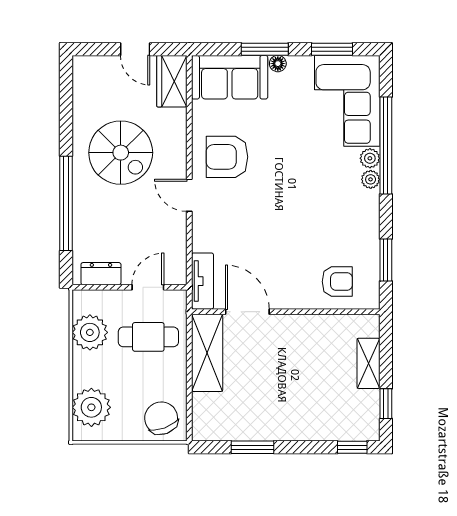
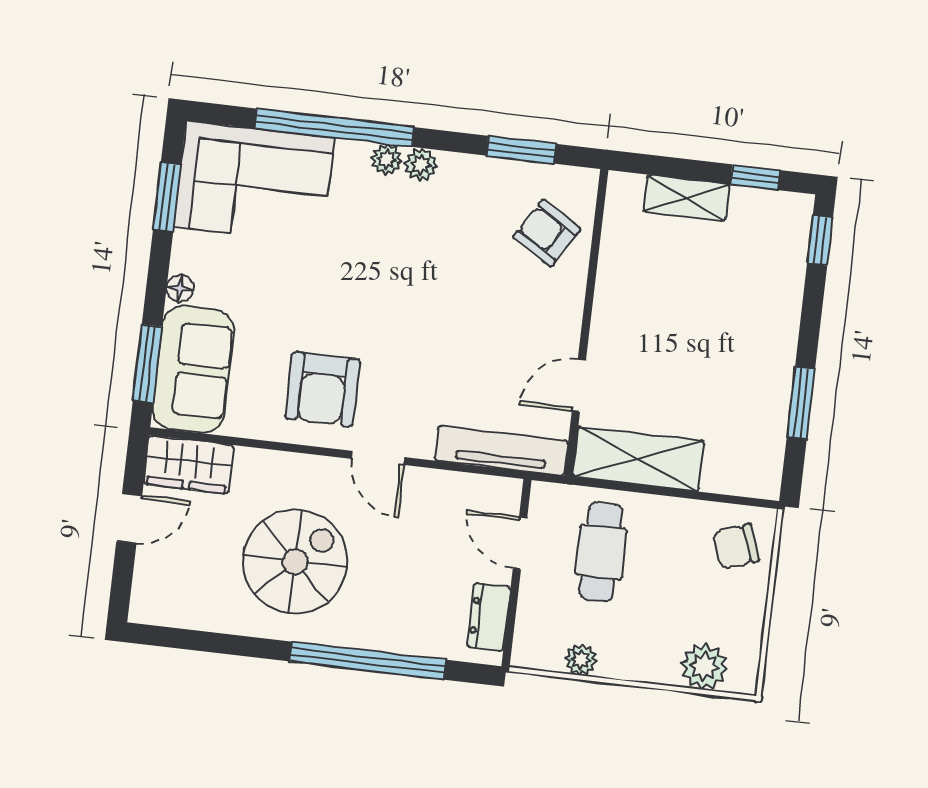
window: (265, 49) -> (147, 364), moved
plant: (370, 158) -> (421, 164), moved
door: (189, 195) -> (378, 458), hinge flipped
tv unit: (203, 281) -> (501, 451), width x1.41
armchair: (337, 282) -> (547, 233), turned -58
door: (247, 312) -> (579, 385), width x0.73
plant: (90, 332) -> (581, 660), width x0.53, depth x0.53
plant: (91, 407) -> (704, 667), width x0.73, depth x0.73
chair: (161, 418) -> (736, 546), width x0.73, depth x0.73

